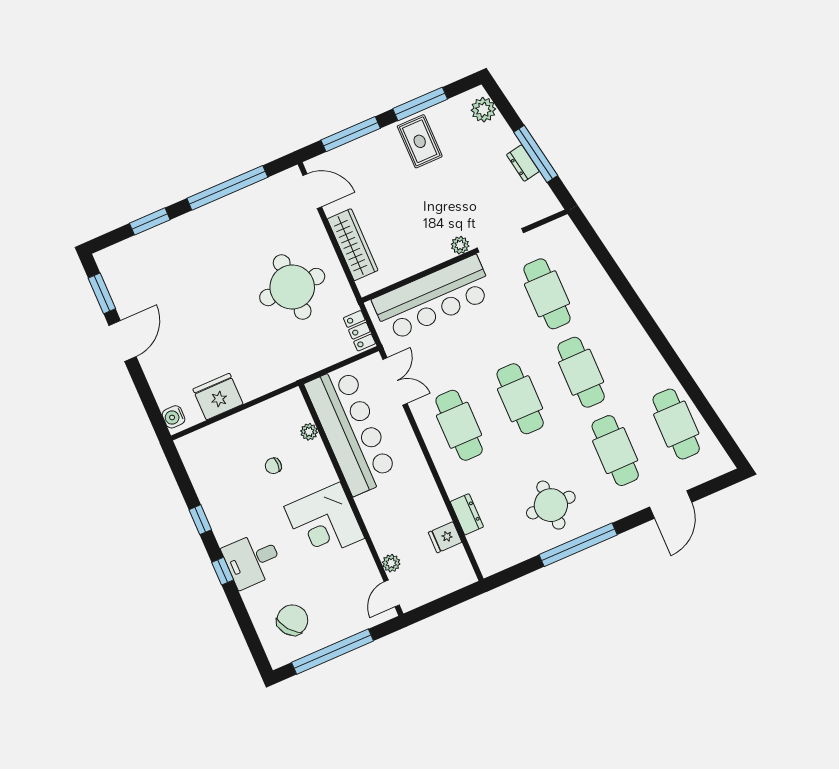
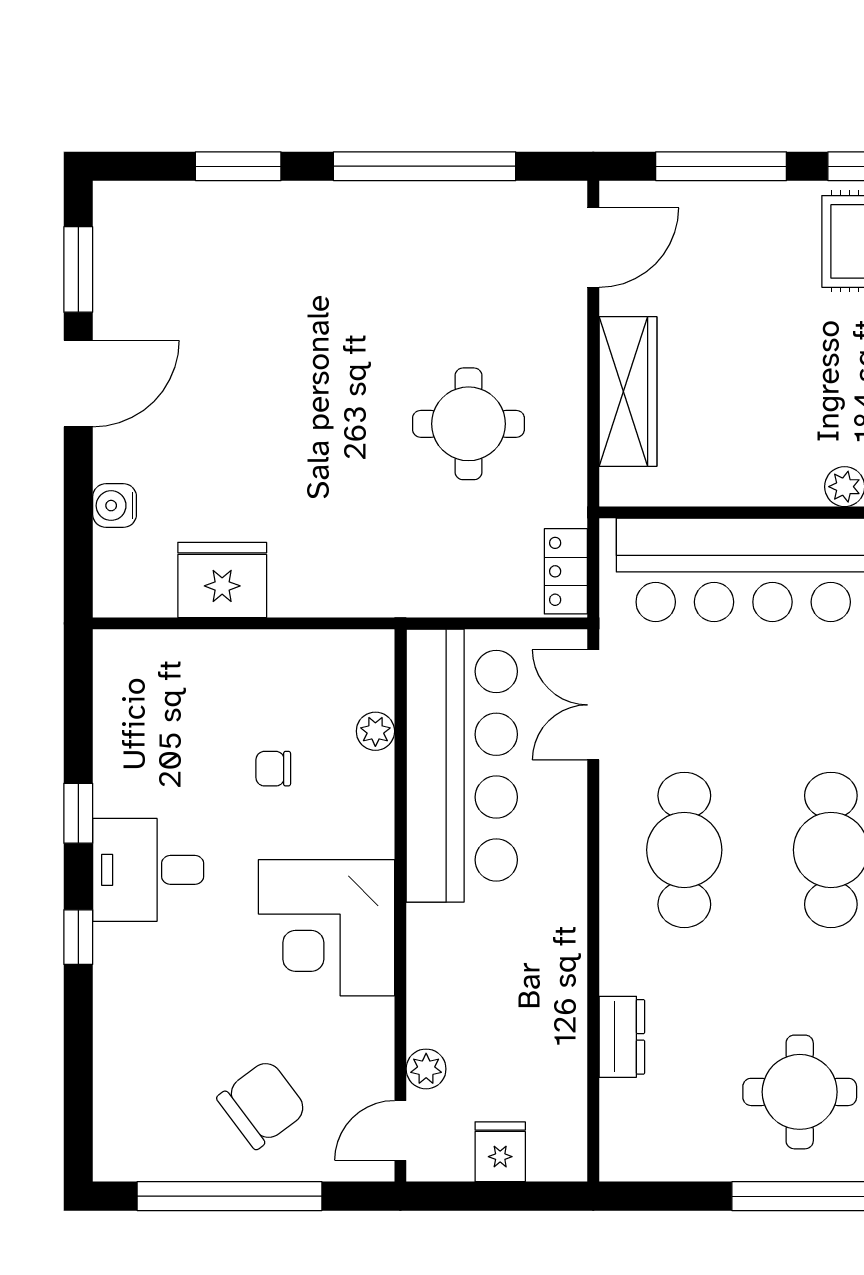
door: (312, 191) -> (593, 248), hinge flipped
round table: (292, 287) -> (468, 424), width x0.73, depth x0.73
double door: (395, 381) -> (593, 705), swing flipped
water cooler: (174, 417) -> (115, 506), moved
fridge: (445, 537) -> (500, 1152), moved, turned 90
desk: (252, 560) -> (148, 870), moved
chair: (292, 620) -> (262, 1104), moved

